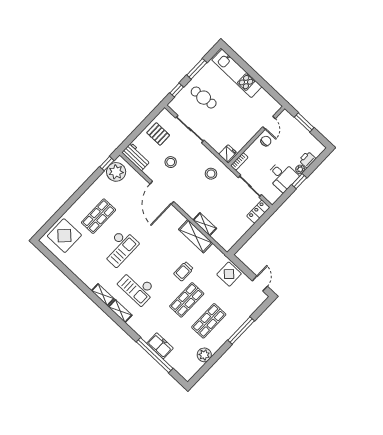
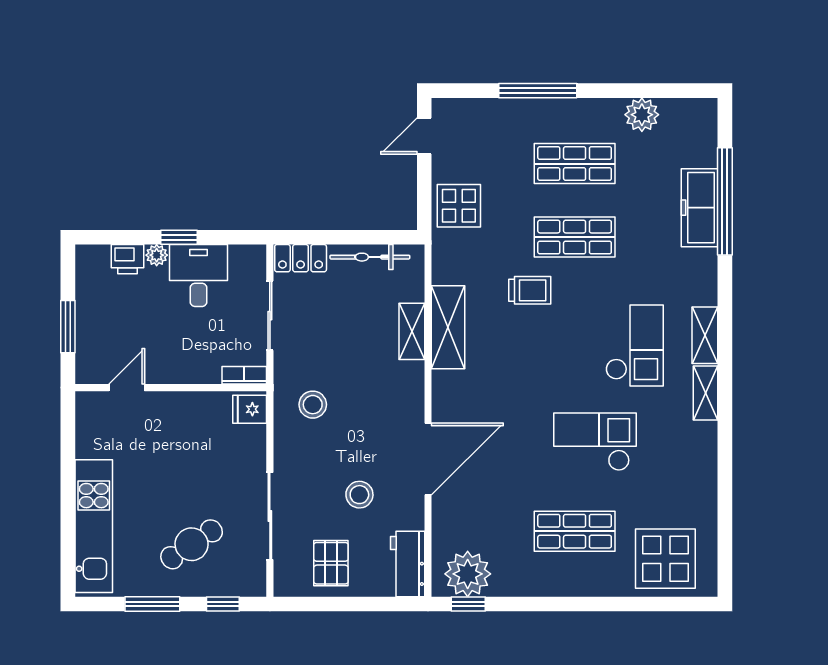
cafe table: (204, 98) -> (192, 544), turned 62
chair: (266, 141) -> (164, 363), removed
bicycle: (239, 233) -> (370, 257), added
freezer: (160, 346) -> (700, 208), width x1.40

